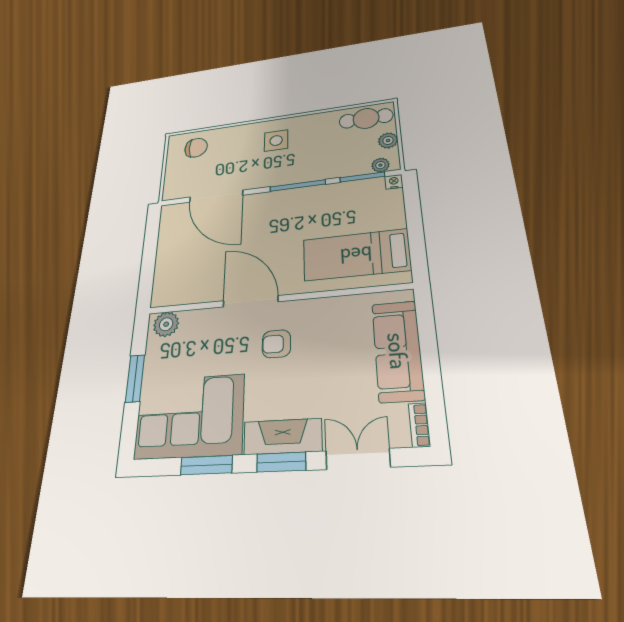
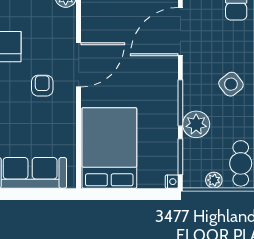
side table: (276, 141) -> (231, 84), turned -38
plant: (380, 165) -> (196, 124), moved, width x1.88, depth x1.88
bed: (356, 255) -> (109, 148), width x1.50

